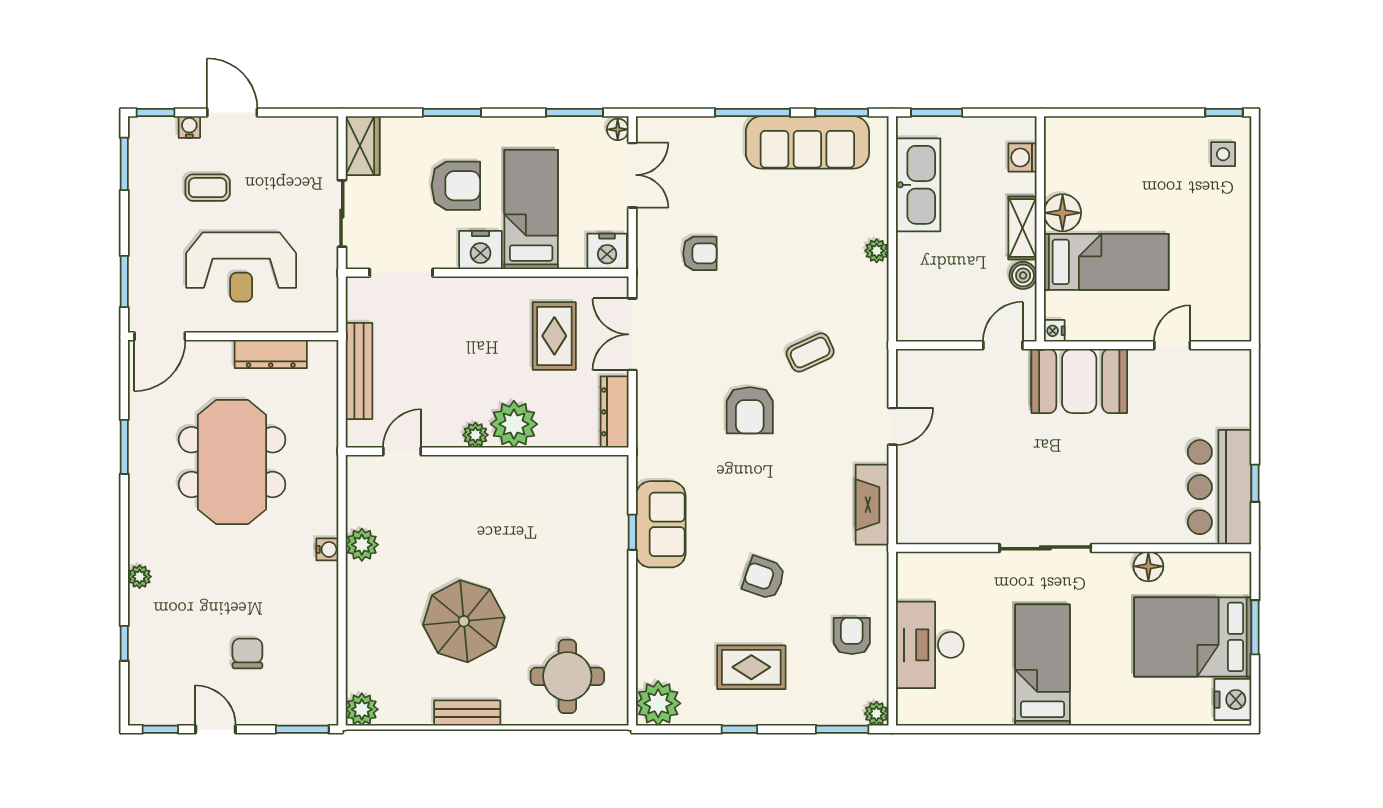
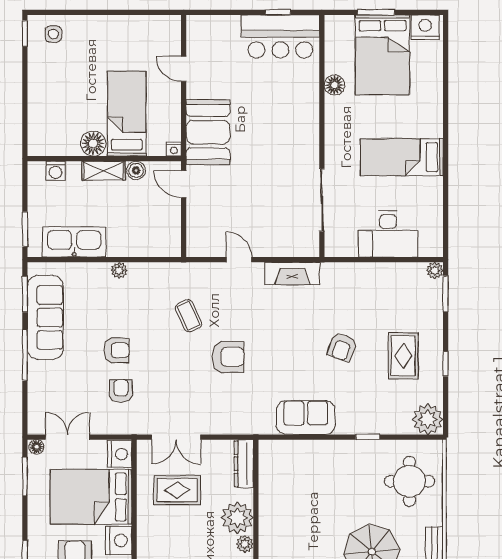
bed: (531, 209) -> (91, 497), width x1.50
dresser: (615, 412) -> (244, 464), moved, turned 90
window: (632, 532) -> (368, 437), moved
sliding door: (1045, 548) -> (322, 200), moved
armchair: (852, 636) -> (117, 350), moved, turned 180

